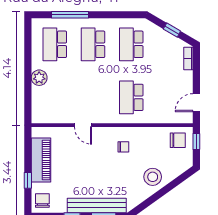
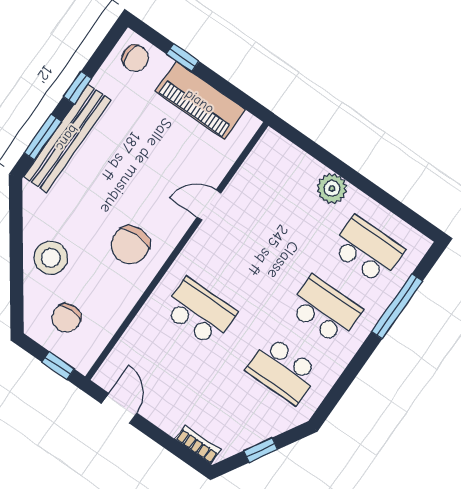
school desk: (131, 44) -> (283, 370), turned 180
chair: (178, 140) -> (66, 318), moved
chair: (123, 147) -> (130, 245), width x1.87, depth x1.87

